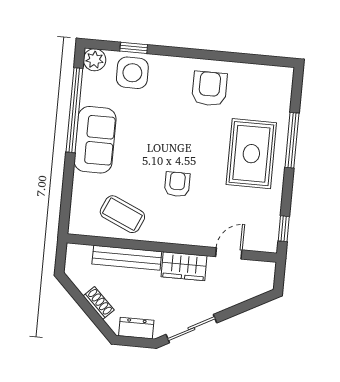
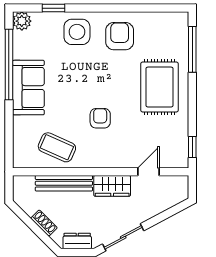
side table: (132, 73) -> (77, 32), moved
window: (292, 140) -> (192, 49), moved

